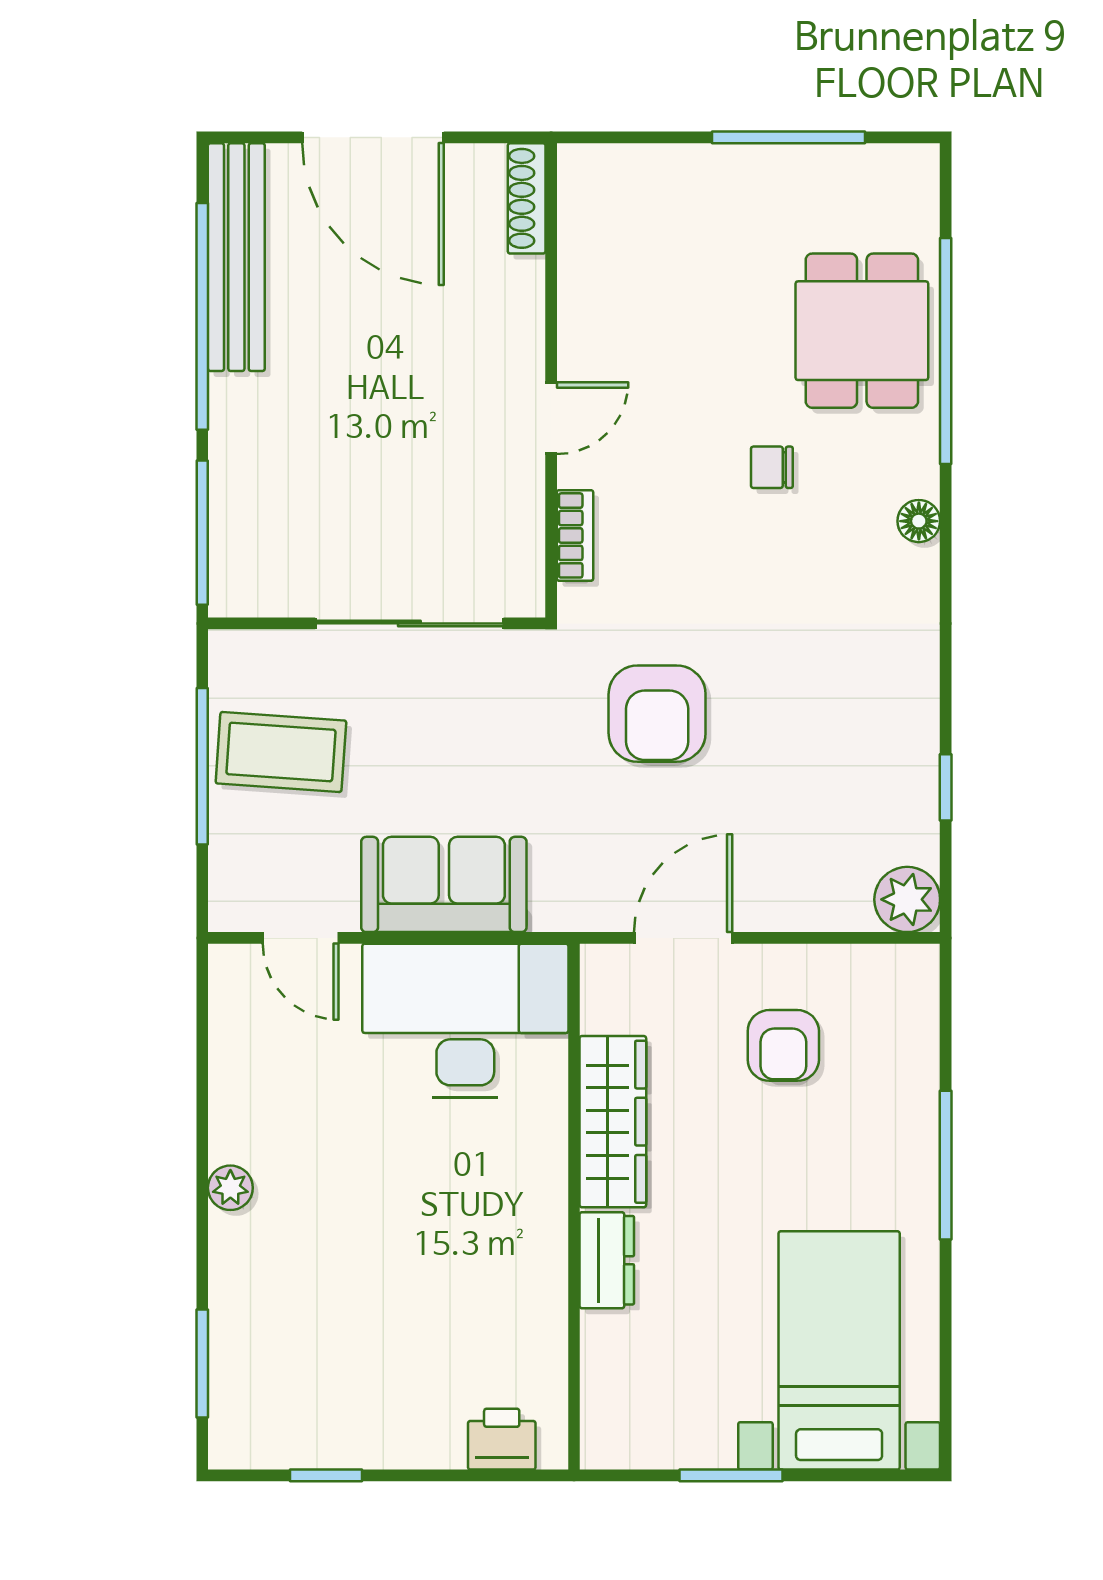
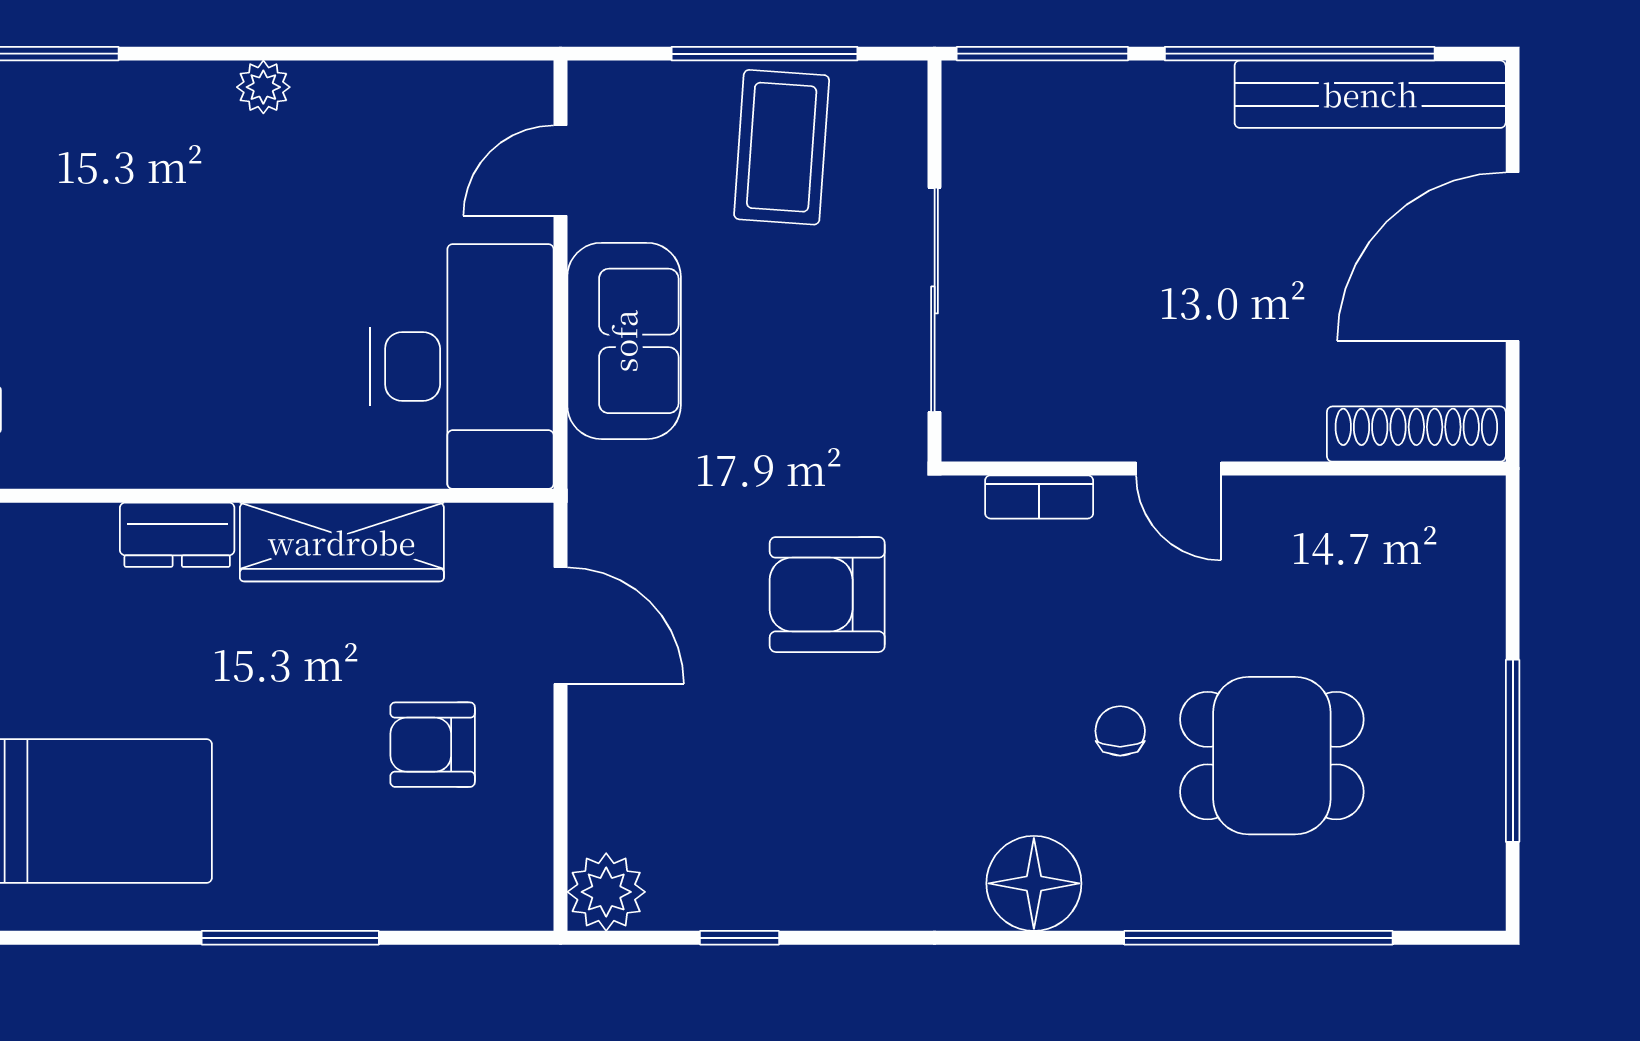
shoe rack: (527, 198) -> (1416, 434), width x1.36, depth x1.24
dining table: (862, 331) -> (1272, 756), moved
floor lamp: (919, 521) -> (1034, 883), width x1.89, depth x1.89

